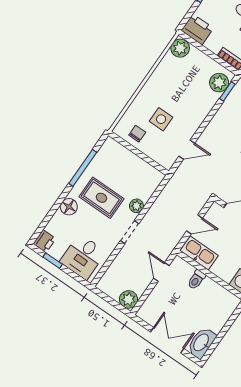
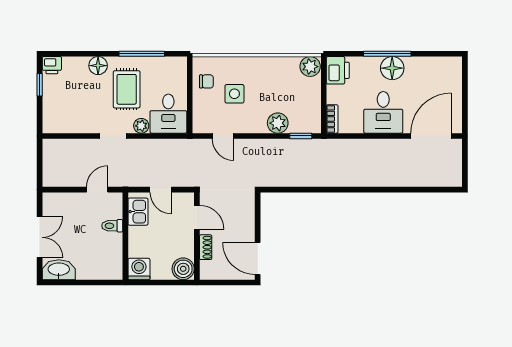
plant: (219, 83) -> (278, 123), moved
kitchen sink: (199, 253) -> (138, 212), width x0.73
desk: (83, 257) -> (168, 114), moved, turned -90
plant: (129, 299) -> (52, 177), removed

